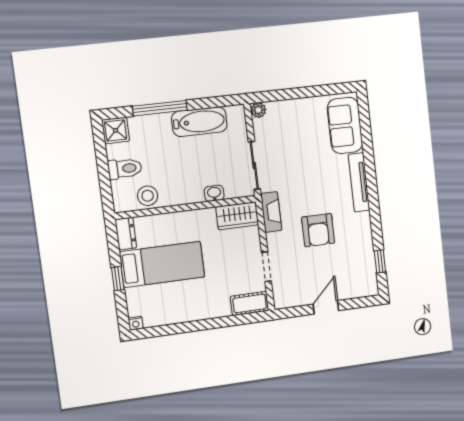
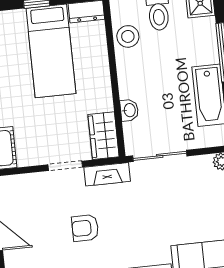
armchair: (318, 230) -> (85, 228), width x0.72, depth x0.72
doorway: (266, 267) -> (65, 166), moved

